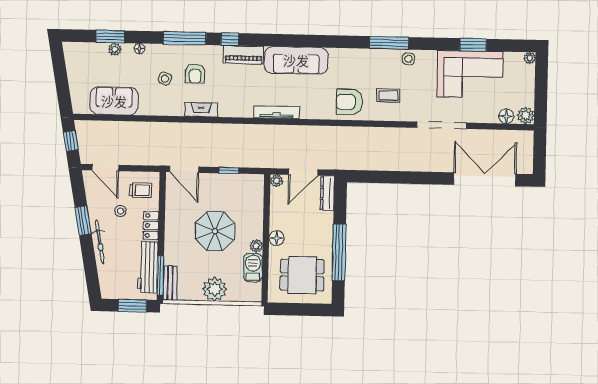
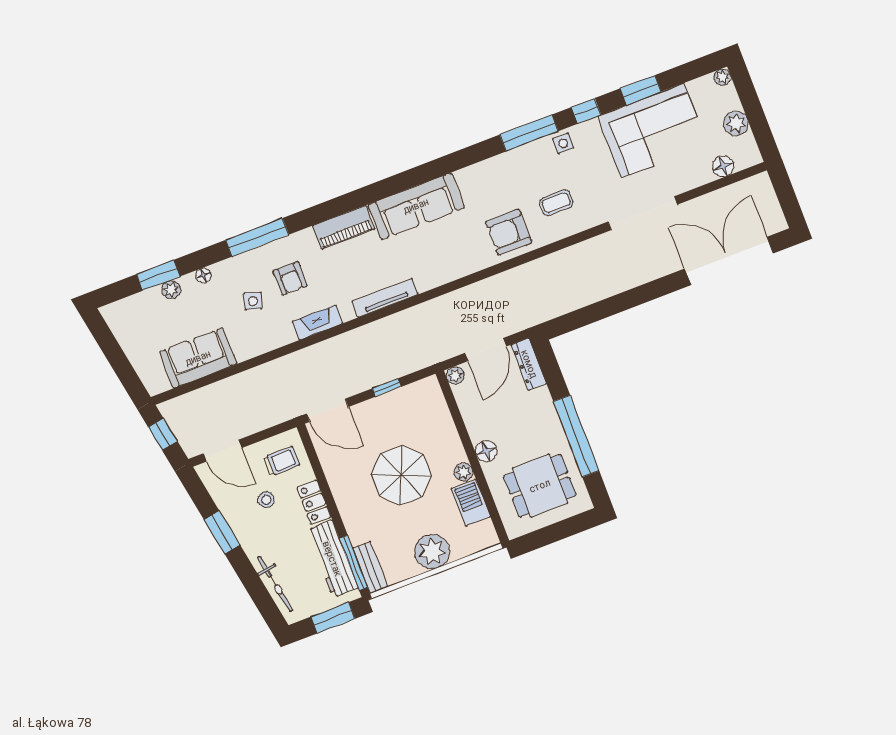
window: (230, 39) -> (586, 111), moved
tv unit: (277, 112) -> (385, 298), moved
plant: (526, 115) -> (736, 123), moved
bicycle: (100, 242) -> (275, 584), moved

